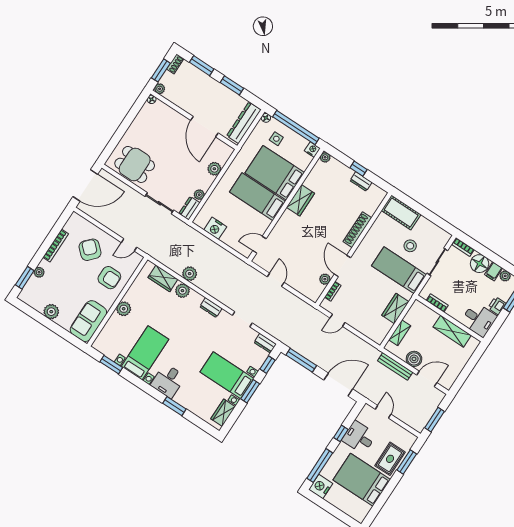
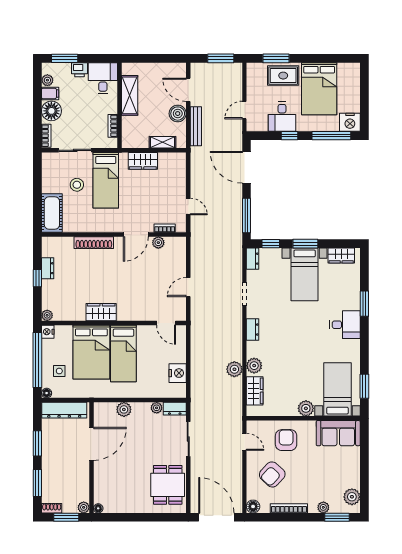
floor lamp: (75, 219) -> (253, 506), added
plant: (51, 312) -> (352, 497), moved
bed with nightstands: (145, 353) -> (337, 389), moved, turned 90

